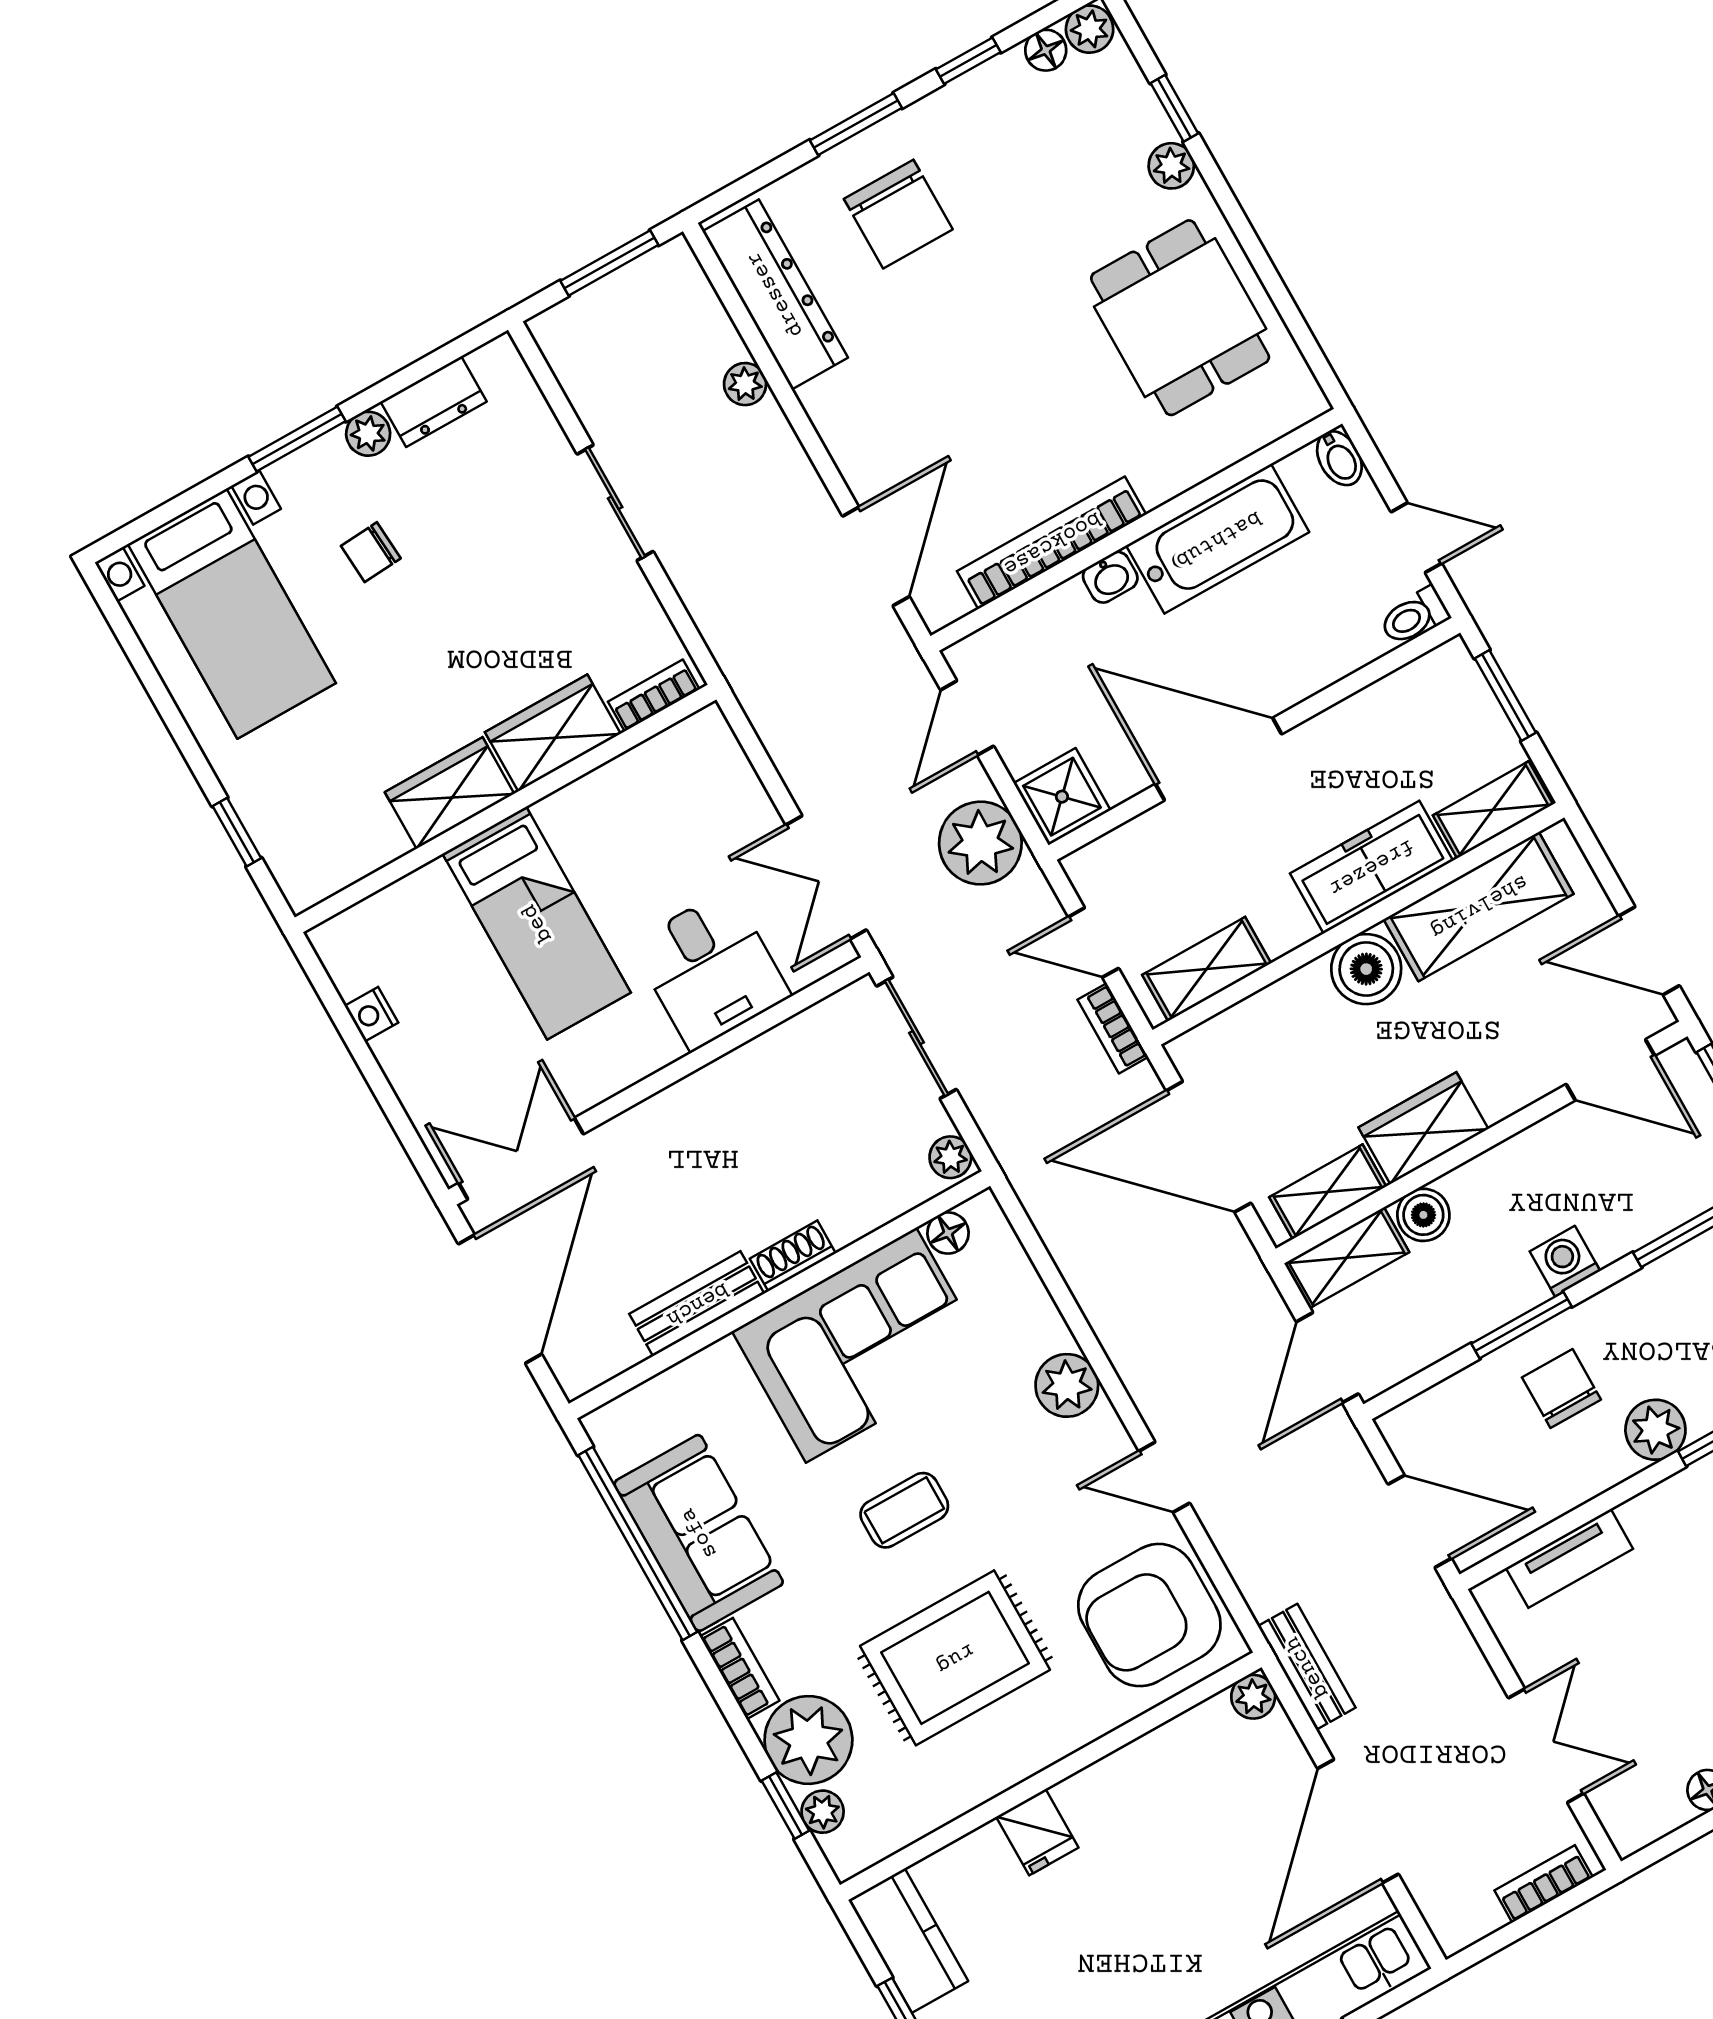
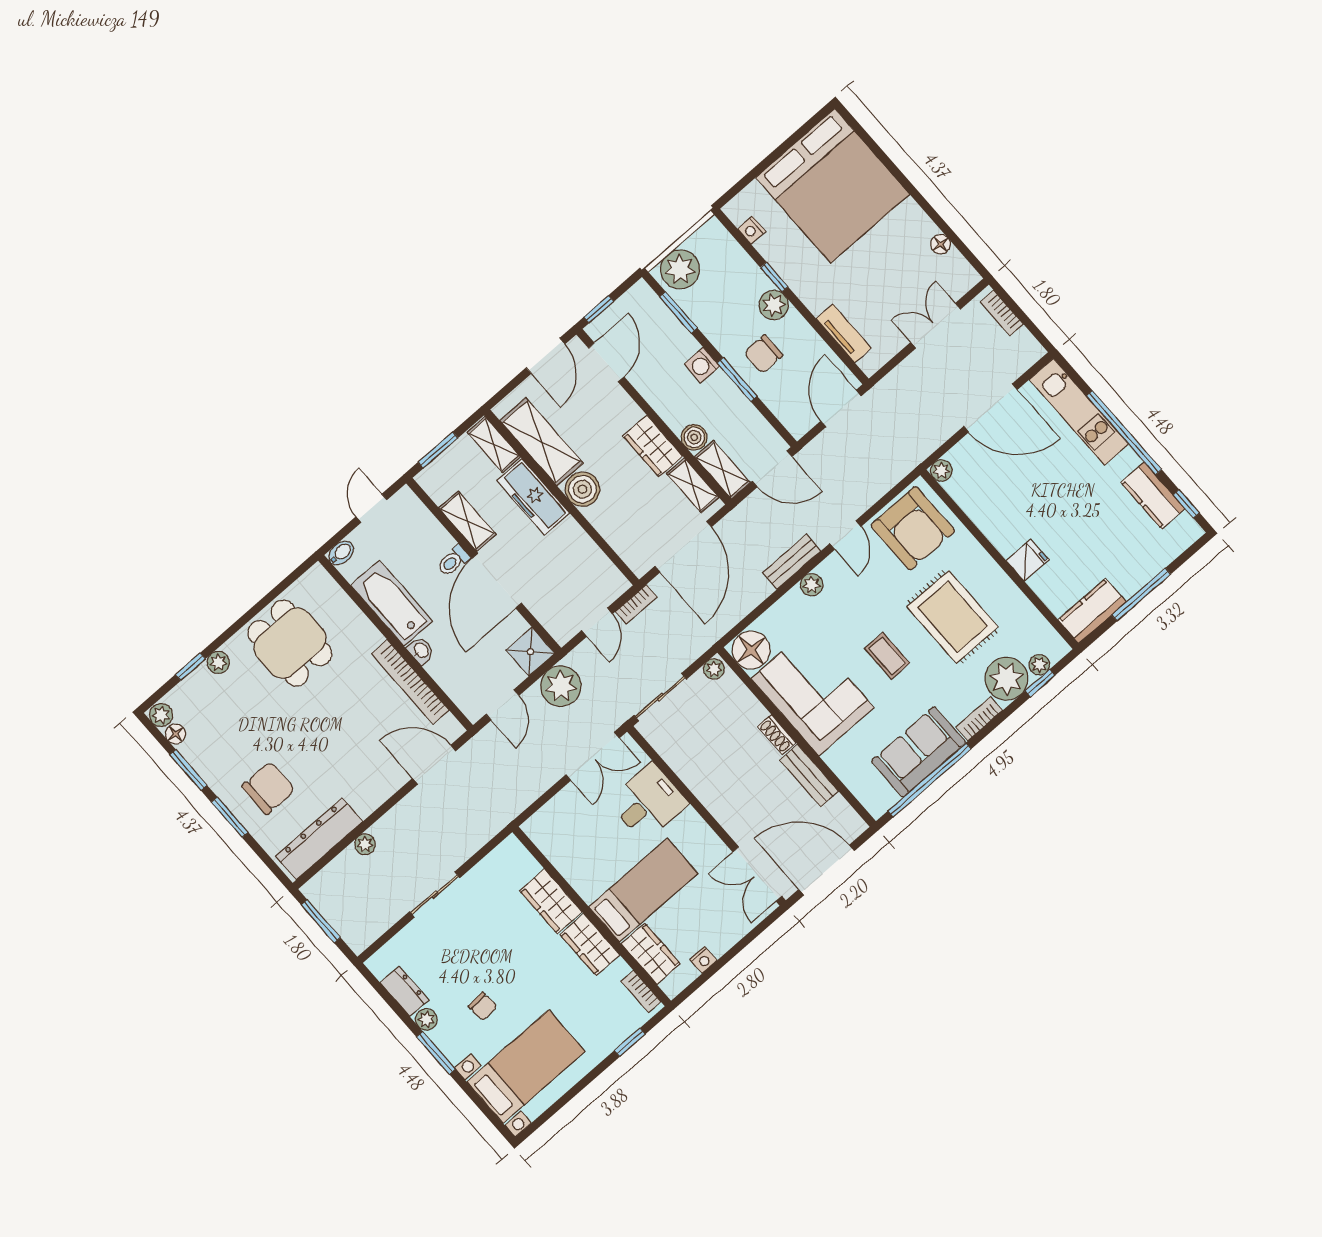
window: (968, 61) -> (188, 770), width x1.50
dining table: (1180, 318) -> (290, 643), turned 90
toilet: (1414, 616) -> (453, 561), moved, turned 90
bookcase: (654, 696) -> (641, 992), moved
door: (967, 718) -> (502, 705), hinge flipped
wardrobe: (406, 911) -> (651, 954), added
shelving: (1207, 969) -> (468, 521), moved
floor lamp: (948, 1233) -> (751, 650), width x1.89, depth x1.89
plant: (1067, 1385) -> (812, 585), width x0.73, depth x0.73
bench: (1307, 1667) -> (792, 562), moved

